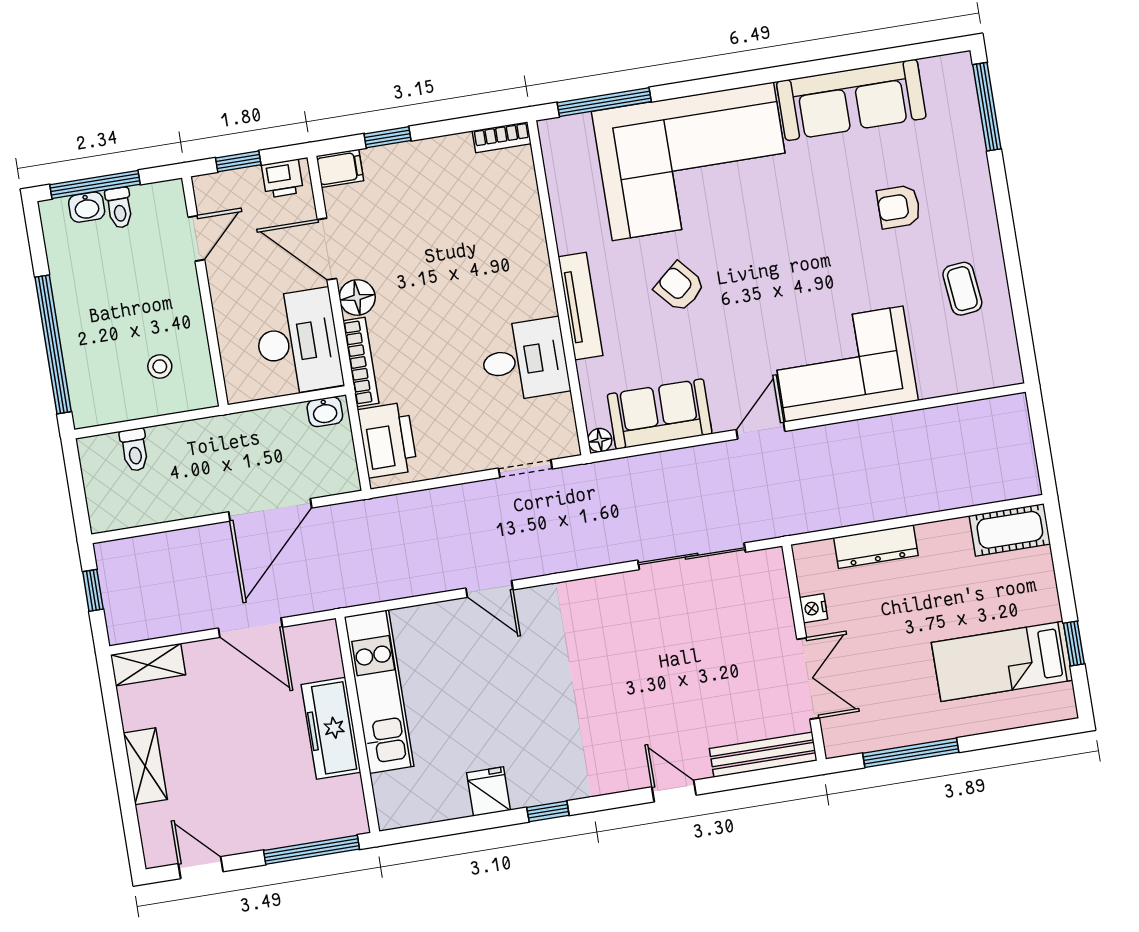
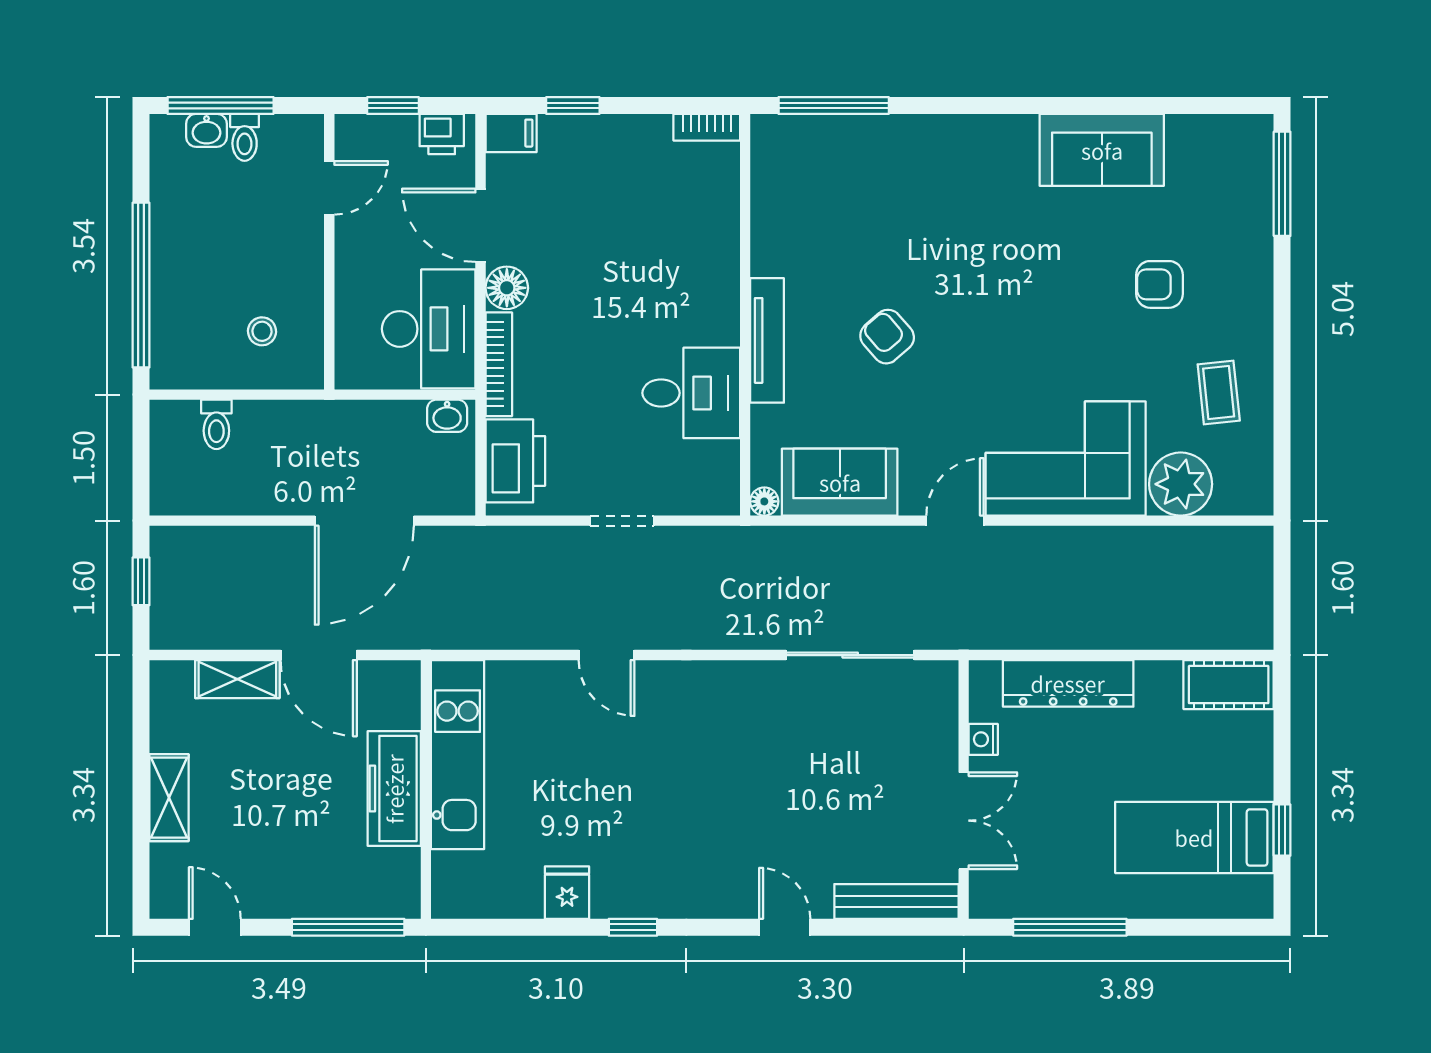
sofa: (851, 100) -> (1102, 150), width x0.73
corner sofa: (693, 161) -> (927, 192), removed
plant: (943, 370) -> (1181, 484), added
doorway: (525, 469) -> (622, 521), moved
dresser: (876, 547) -> (1068, 683), width x1.37, depth x1.24
shelving: (148, 665) -> (237, 679), moved

